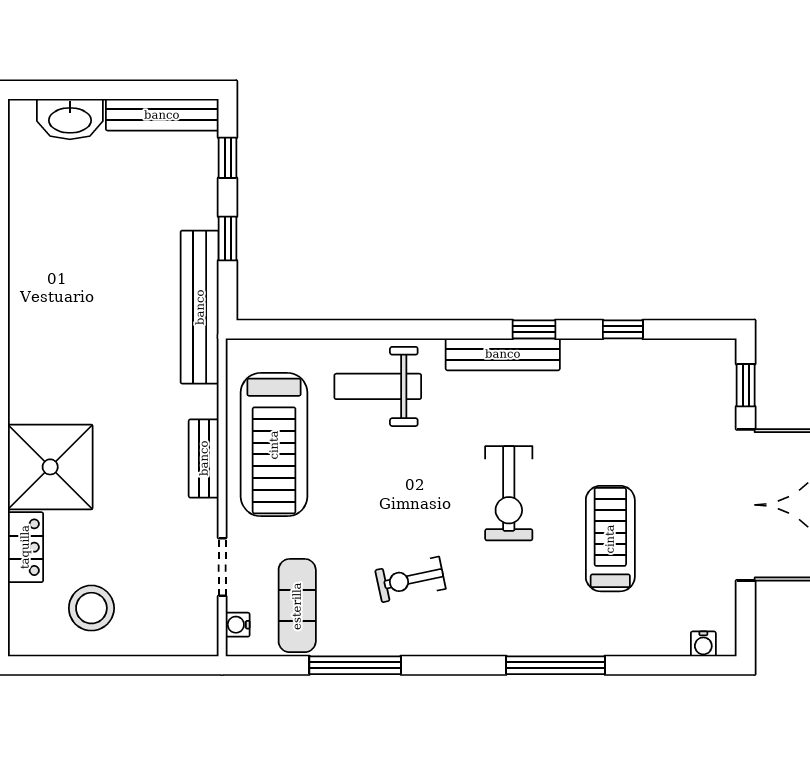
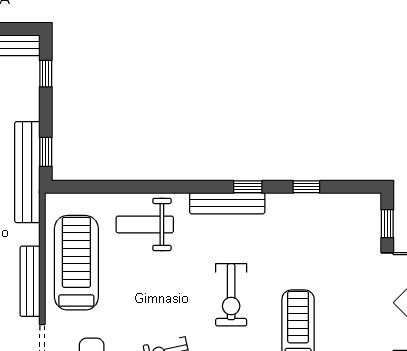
window: (228, 239) -> (46, 152), moved
treadmill: (274, 445) -> (76, 263), turned 180
bench: (204, 458) -> (30, 281), width x1.36

